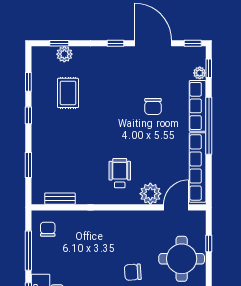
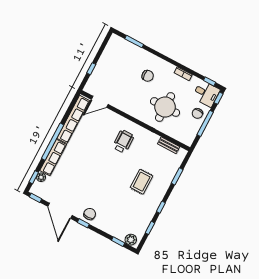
plant: (64, 54) -> (131, 240), moved
rug: (68, 93) -> (142, 182), moved
chair: (153, 106) -> (90, 214), moved
wheelchair: (120, 173) -> (123, 141), turned 180
plant: (150, 194) -> (111, 119), removed
chair: (48, 229) -> (197, 113), moved
round table: (182, 259) -> (165, 107), moved

